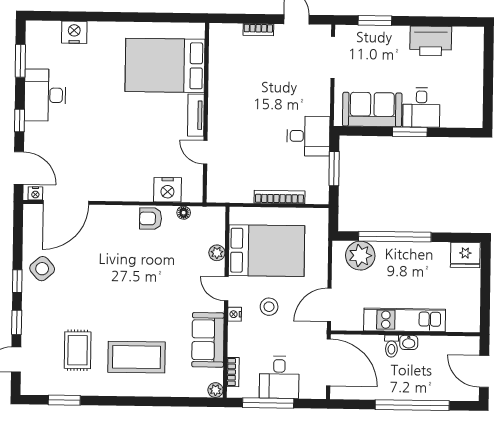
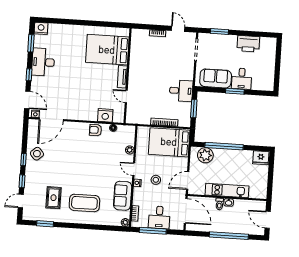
nightstand: (74, 32) -> (41, 28), moved
bed: (267, 251) -> (169, 142), moved, turned 180

